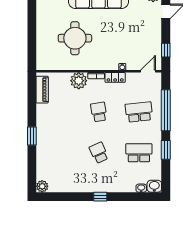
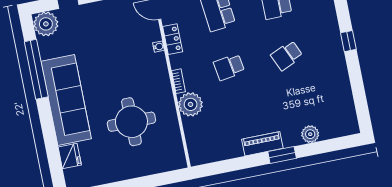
locker: (115, 77) -> (173, 39), moved
piano: (42, 90) -> (262, 144), moved
plant: (42, 186) -> (310, 134), moved

